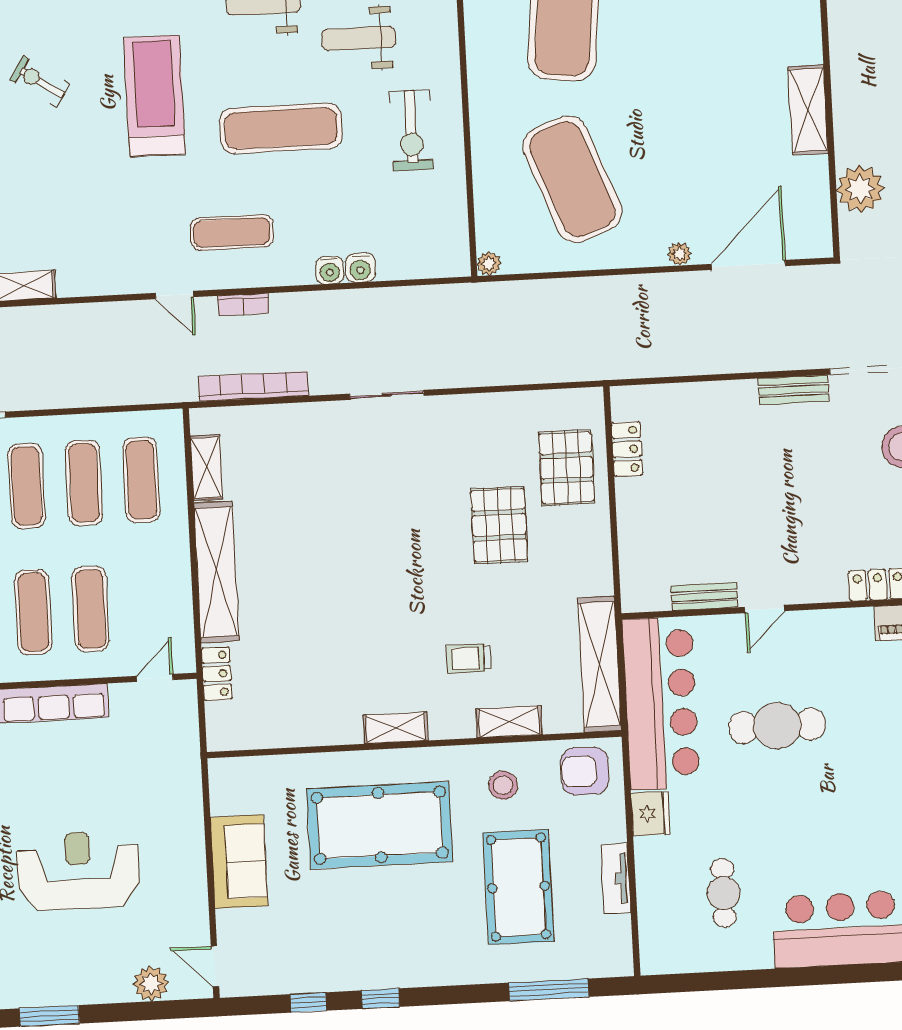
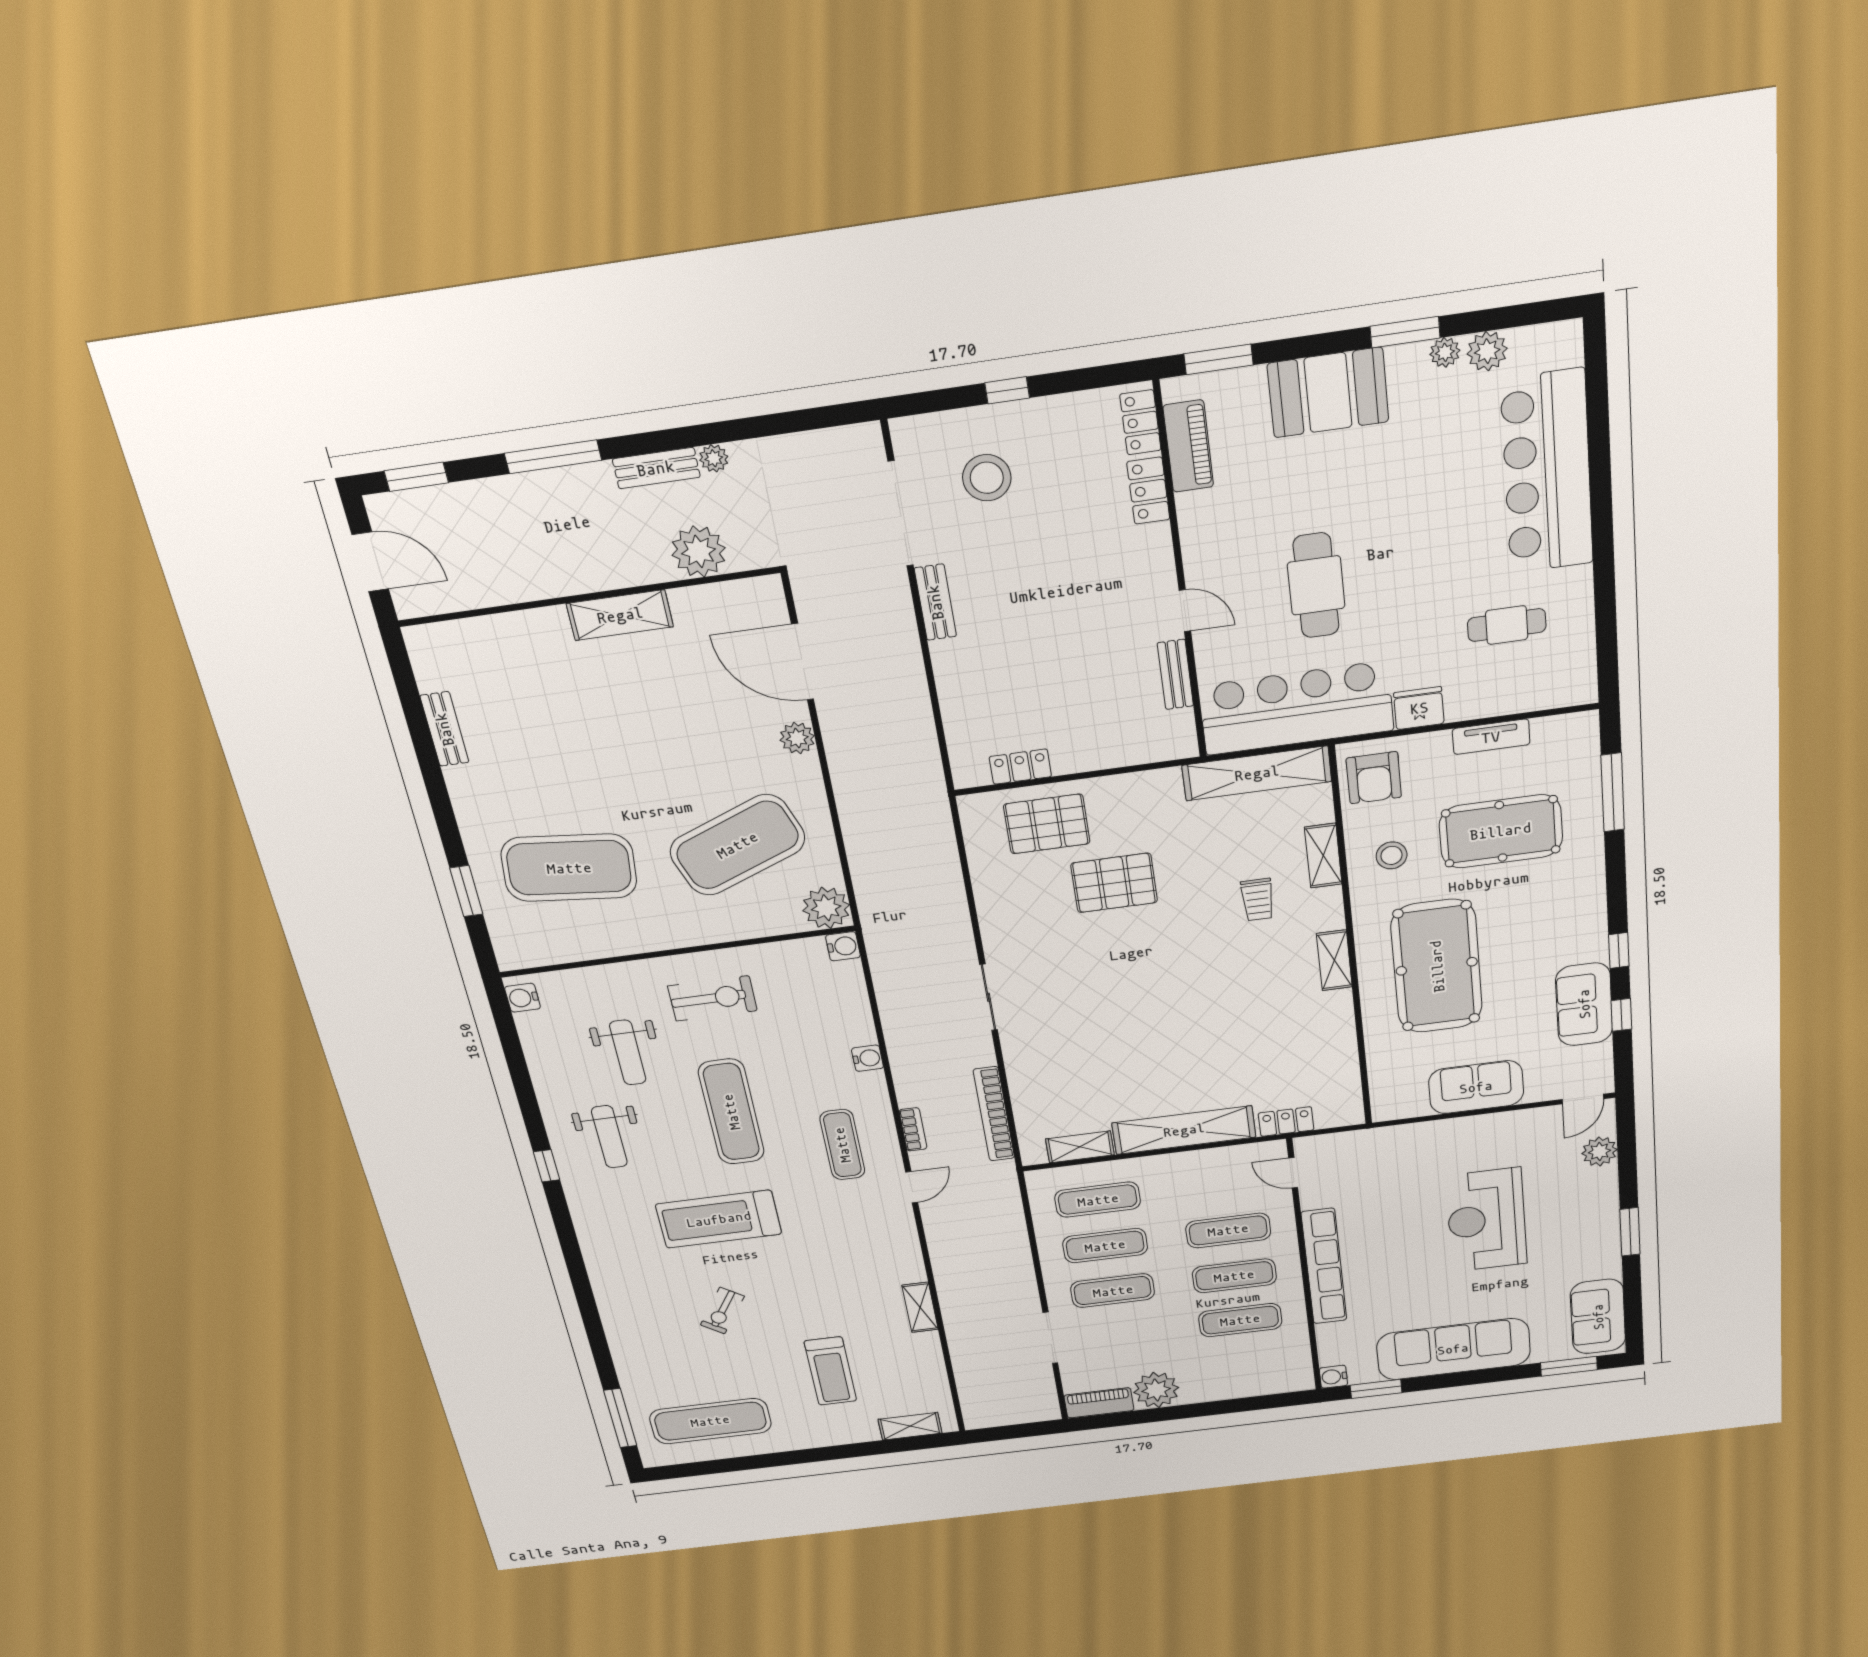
plant: (680, 254) -> (797, 738), width x1.38, depth x1.38
plant: (489, 263) -> (826, 908), width x1.87, depth x1.87
water cooler: (360, 268) -> (843, 946), moved
sofa: (324, 966) -> (1584, 1004), added

